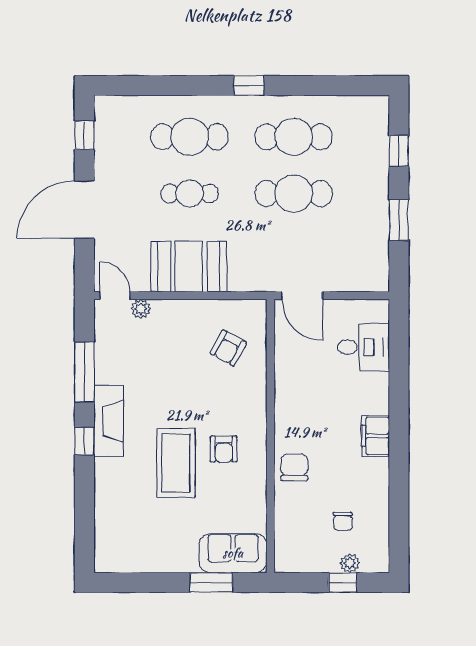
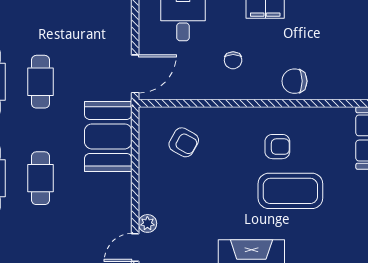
cafe table: (294, 193) -> (40, 82), width x0.73, depth x0.74
booth: (189, 267) -> (108, 136), moved
chair: (343, 521) -> (233, 60), moved, turned 90

